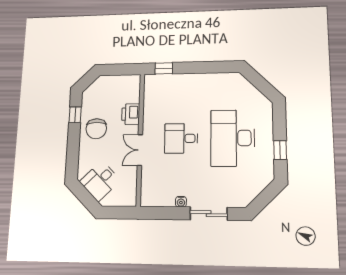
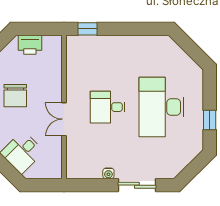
printer: (131, 114) -> (30, 45), moved, turned -90

